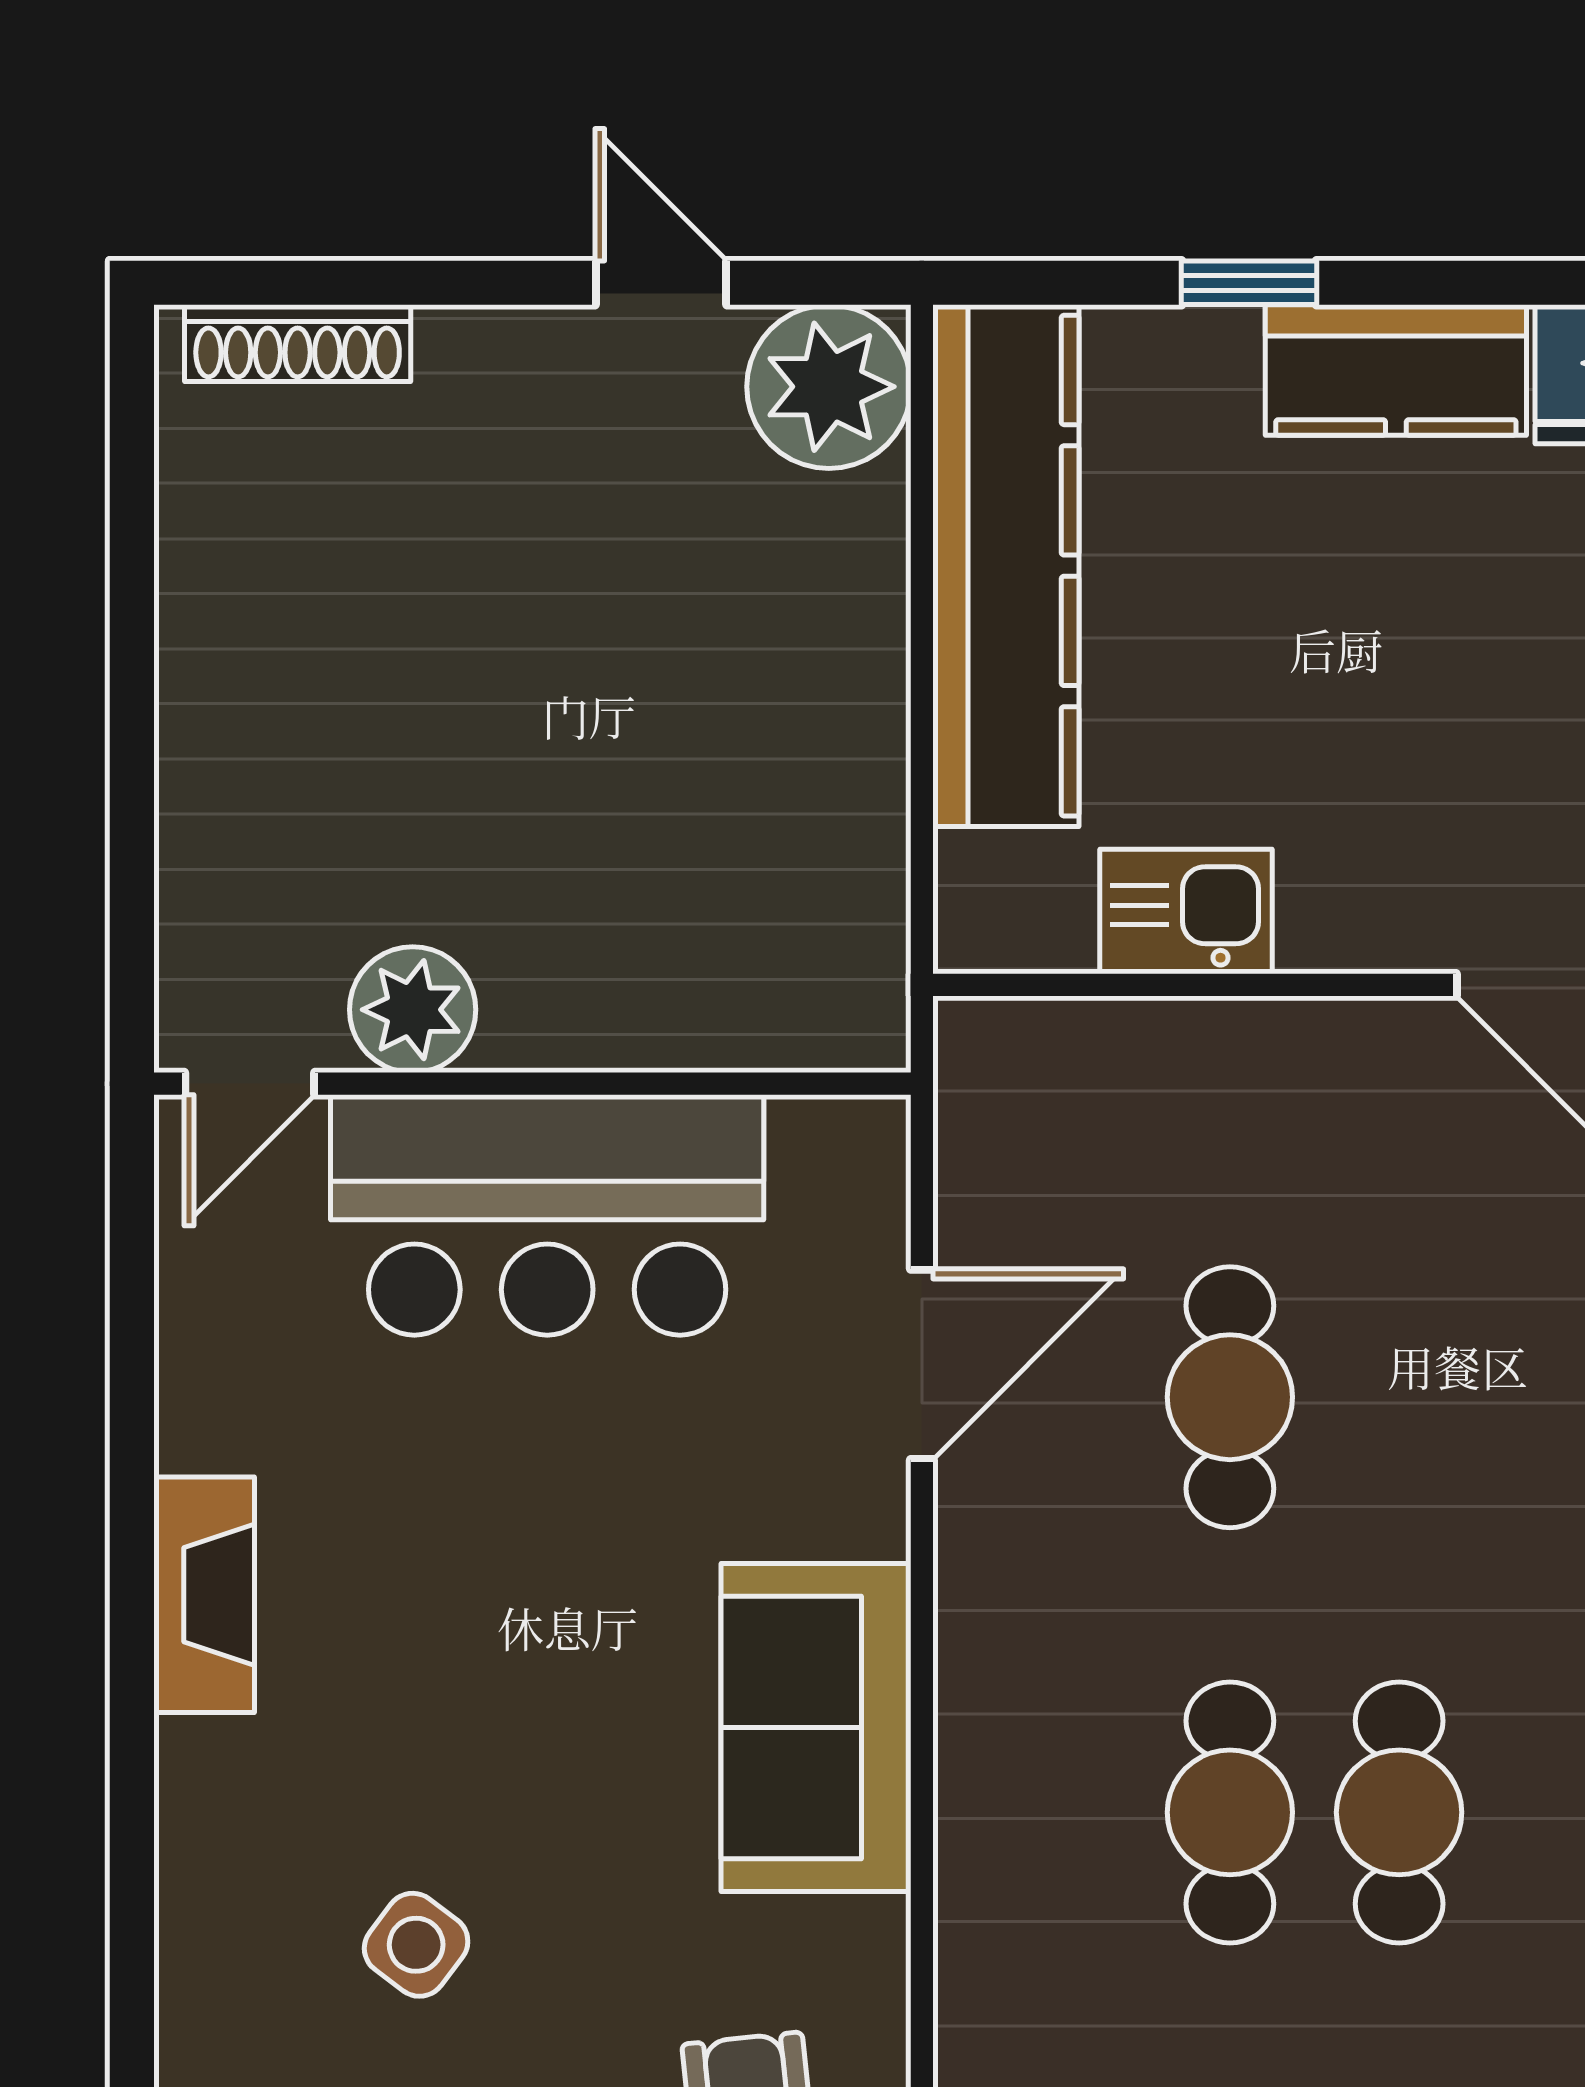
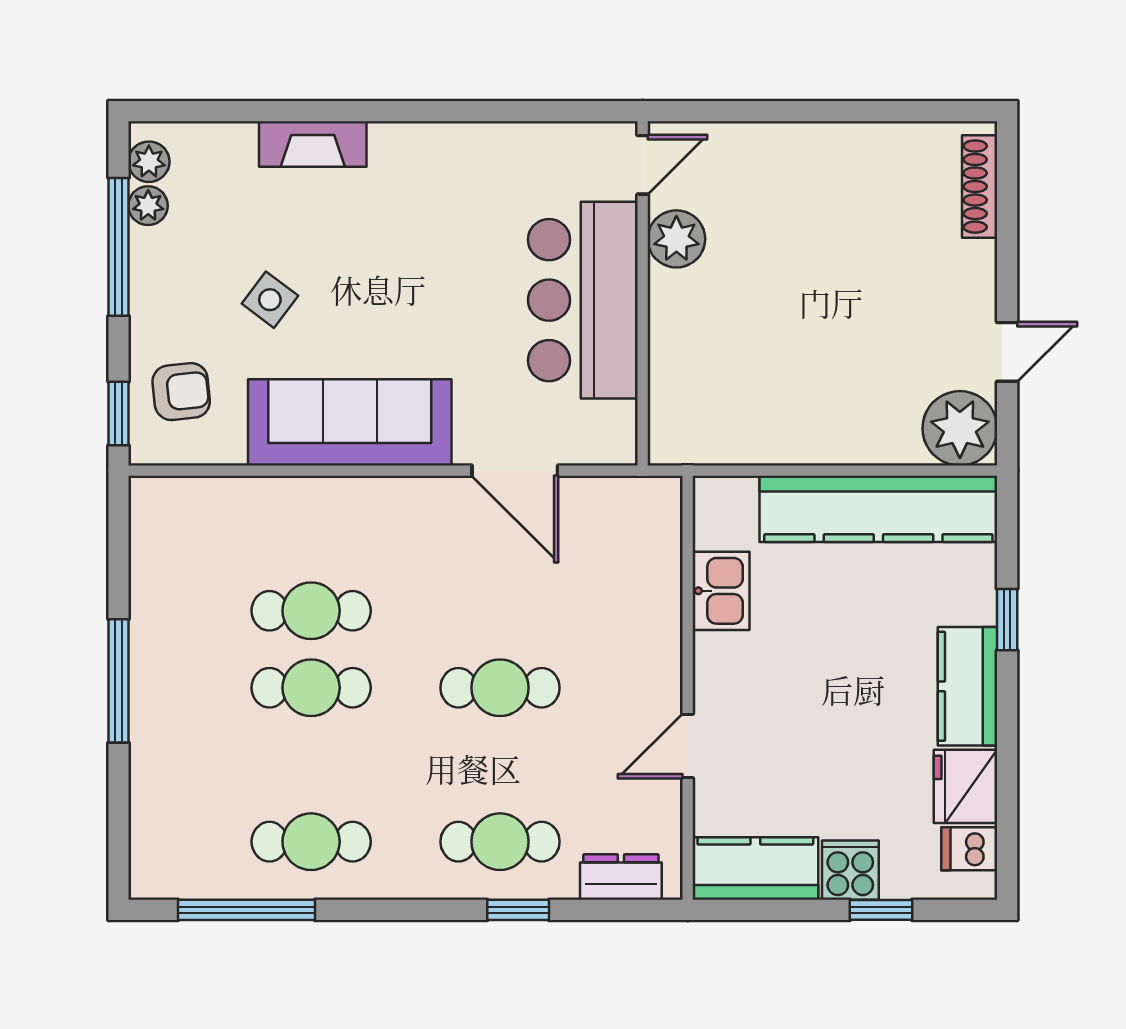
door: (250, 1084) -> (643, 165), swing flipped
cafe table: (1230, 1397) -> (500, 688), moved
fireplace: (204, 1595) -> (313, 144), moved
sofa: (816, 1728) -> (350, 422), width x1.36
side table: (416, 1945) -> (270, 300), moved

